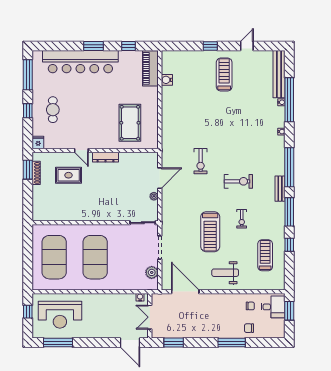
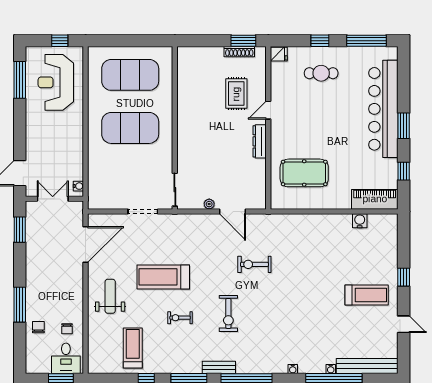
treadmill: (265, 255) -> (133, 348), turned -90
plant: (152, 272) -> (110, 201), removed

